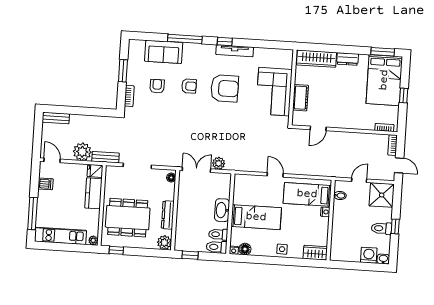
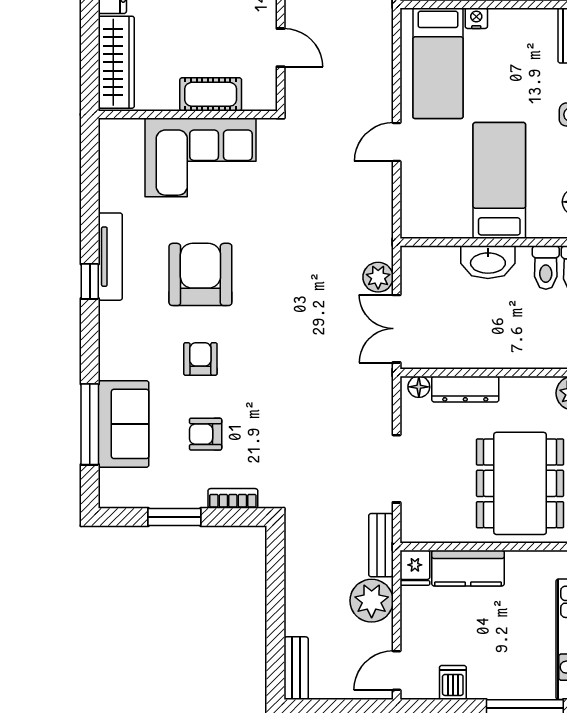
window: (185, 39) -> (90, 424), moved
dresser: (168, 215) -> (465, 389), moved

